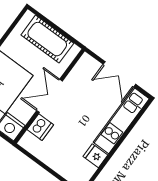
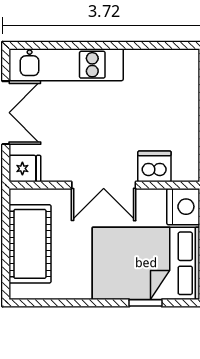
fridge: (95, 156) -> (25, 169), moved, turned -90

